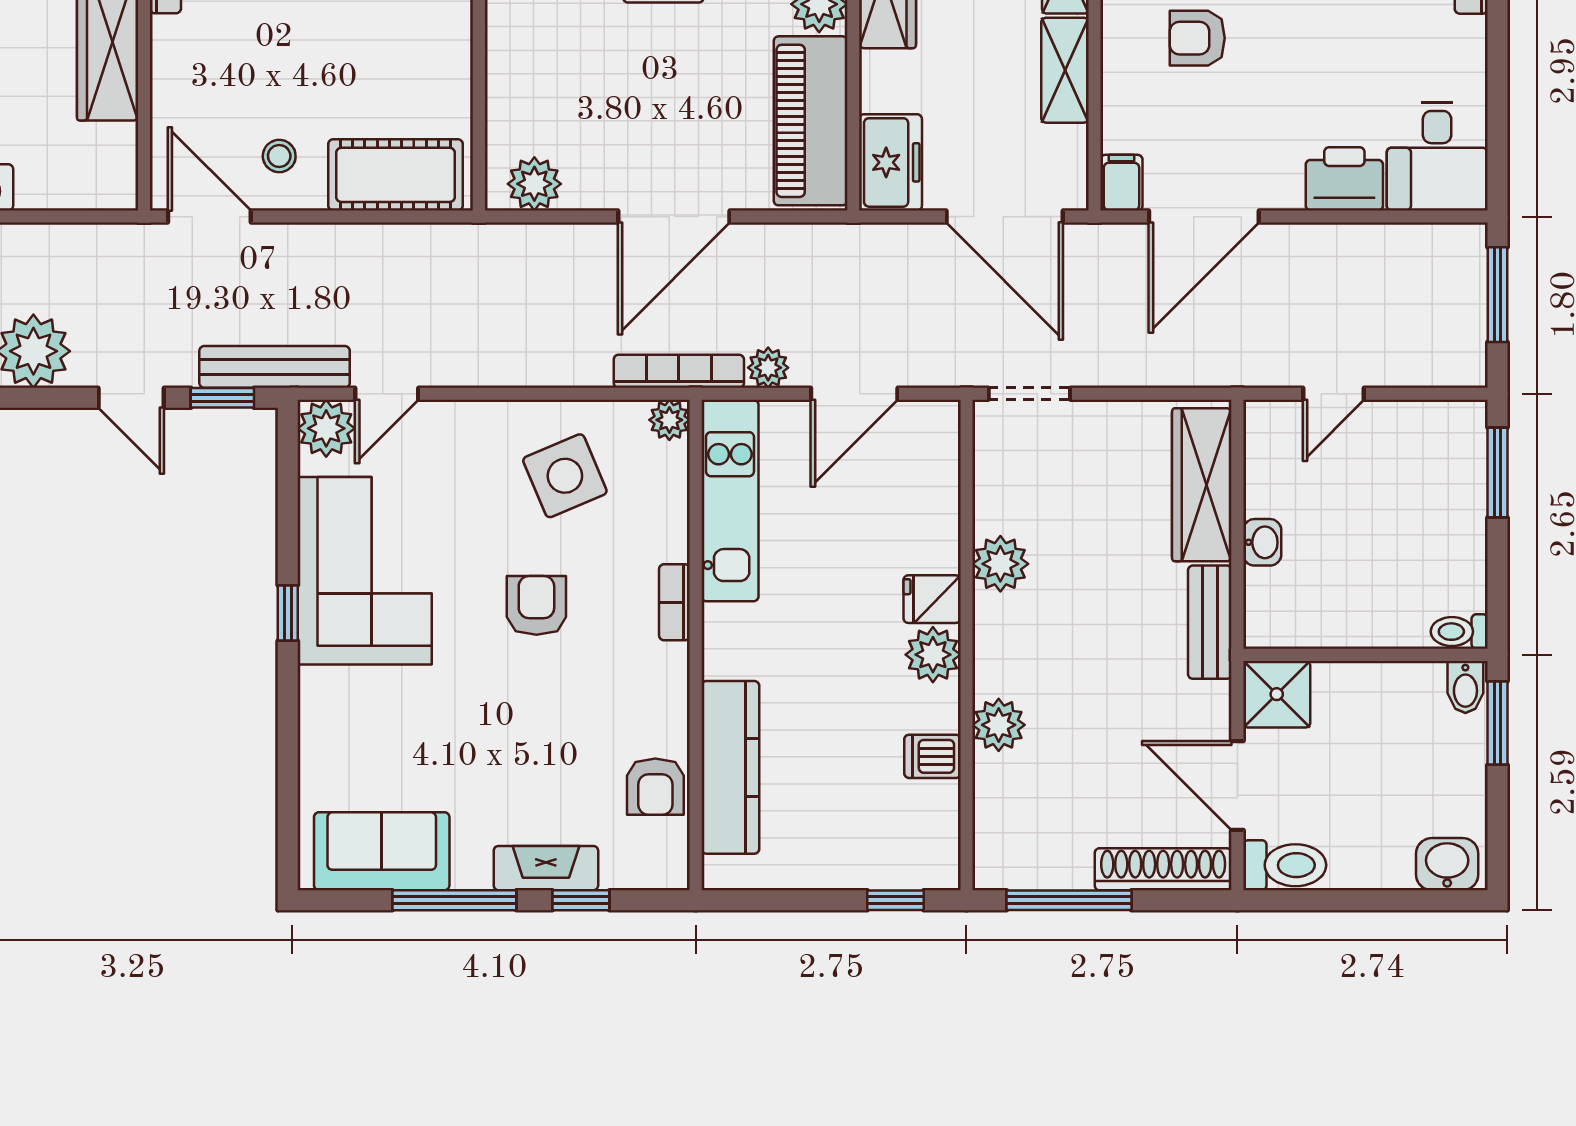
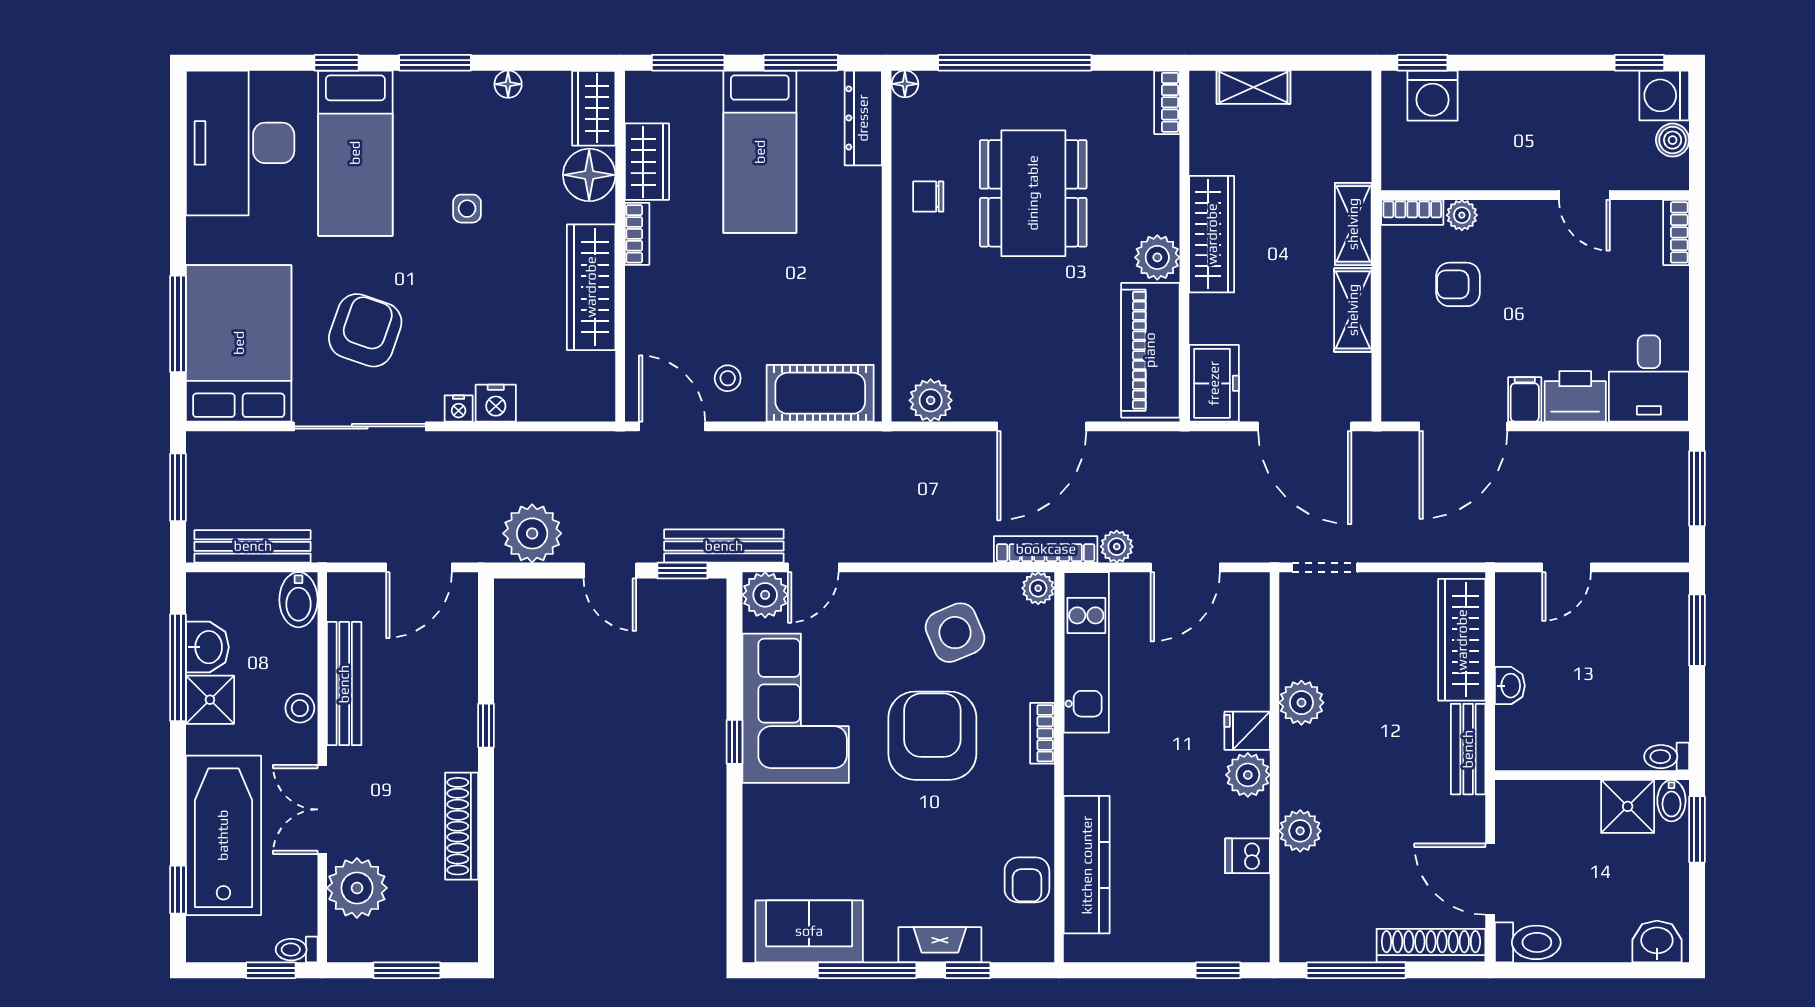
filing cabinet: (1121, 183) -> (1525, 399), moved
armchair: (536, 605) -> (932, 736), width x1.88, depth x1.88
shower: (1277, 694) -> (1628, 806), moved

